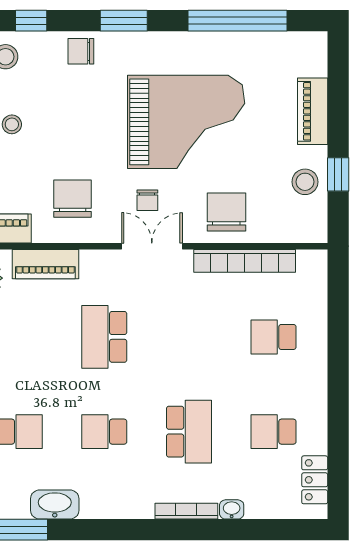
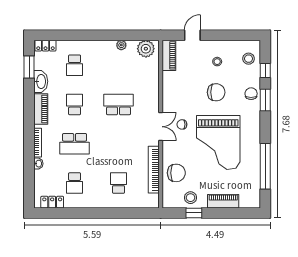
window: (124, 21) -> (265, 100), moved
chair: (73, 199) -> (216, 92), moved
chair: (226, 212) -> (176, 173), moved
piano: (45, 264) -> (41, 109), moved, turned 180
school desk: (274, 432) -> (75, 183), turned 180

